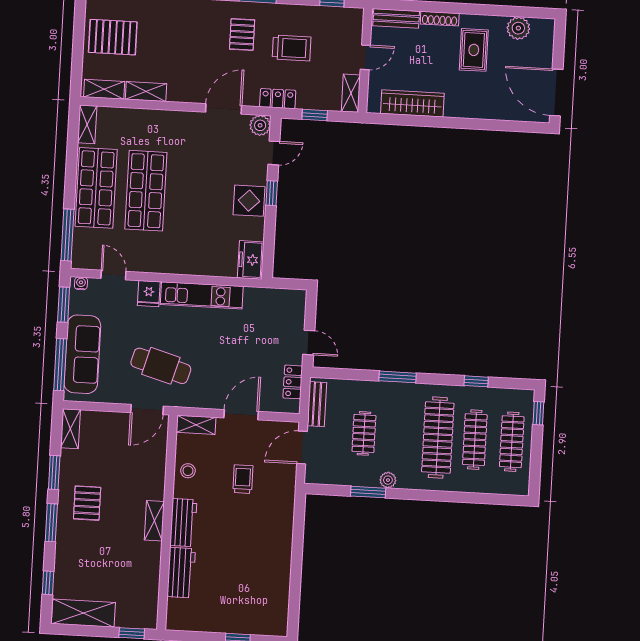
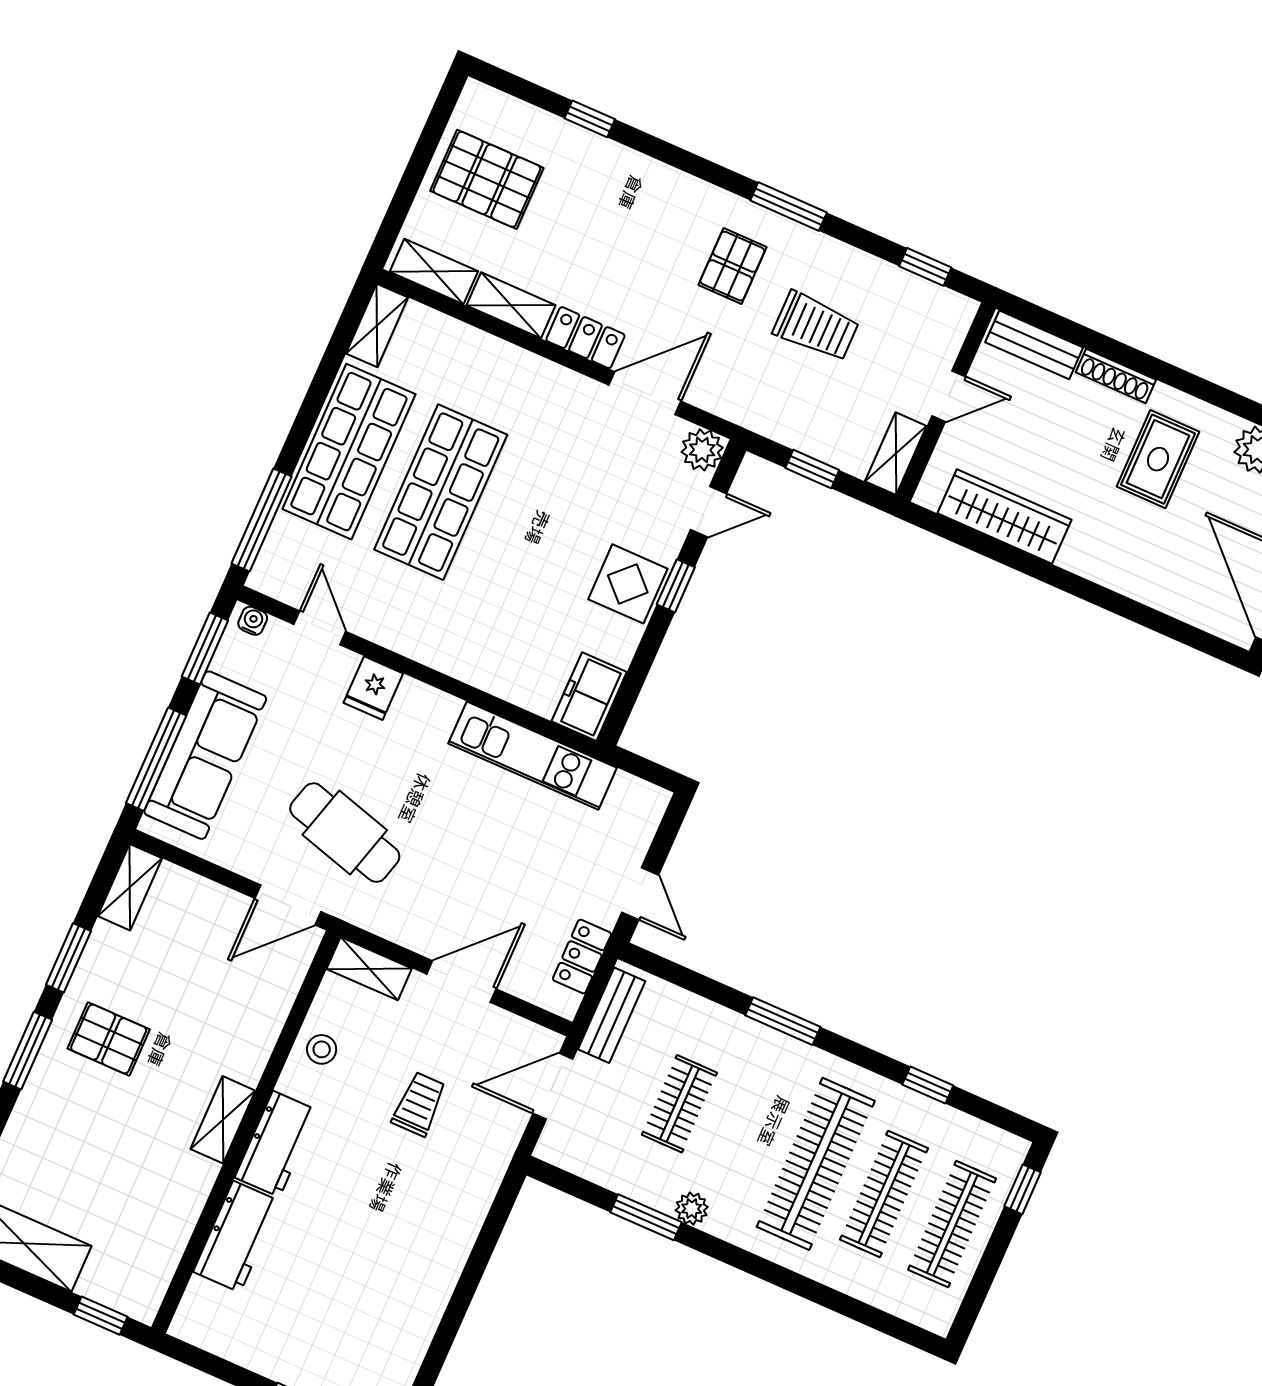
locker: (278, 99) -> (585, 338), moved
kitchen unit: (202, 295) -> (533, 756), moved
pallet: (87, 503) -> (109, 1039), turned 90

